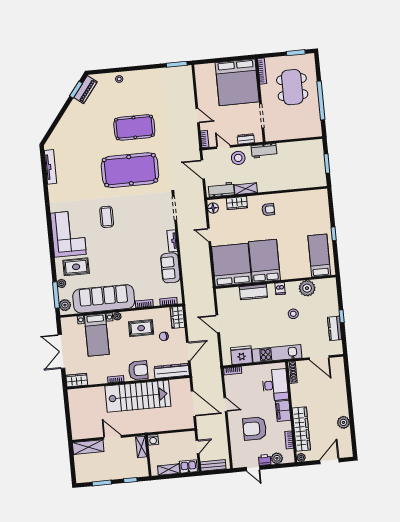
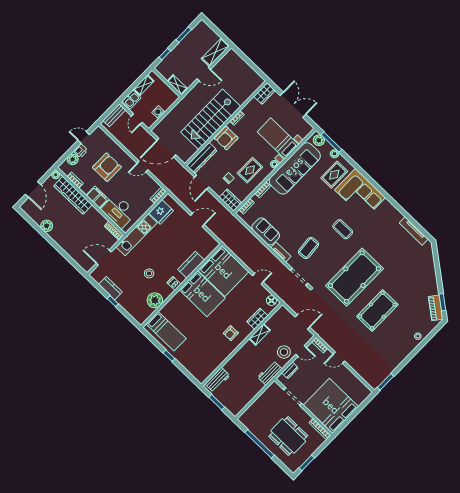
workbench: (221, 190) -> (217, 380), moved
coffee table: (147, 225) -> (308, 248), added
washing machine: (153, 440) -> (158, 112), moved

